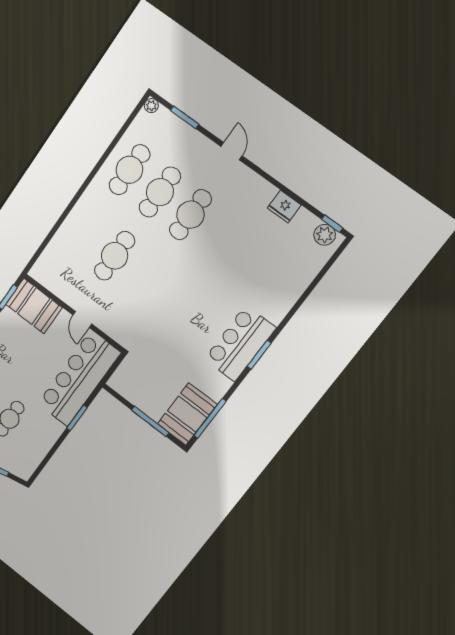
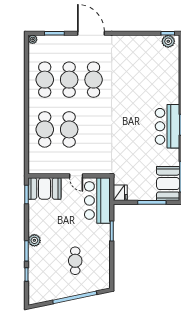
door: (232, 151) -> (91, 33), width x1.87
fridge: (284, 207) -> (120, 193), moved, turned -90
cafe table: (85, 234) -> (45, 129), added
bar counter: (79, 378) -> (97, 200), width x0.73

